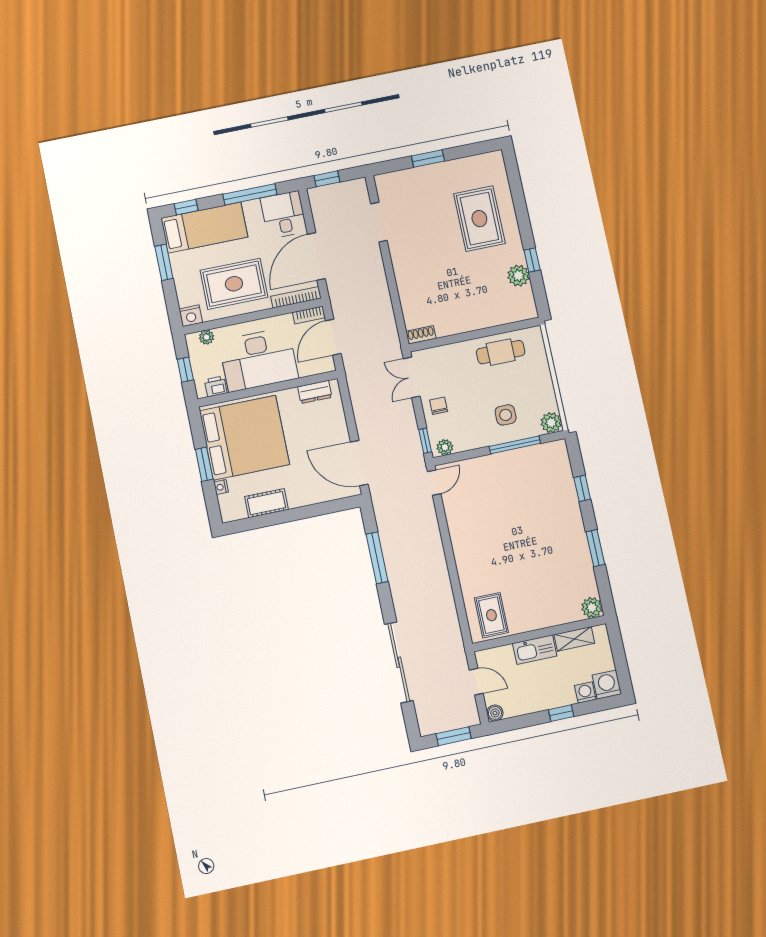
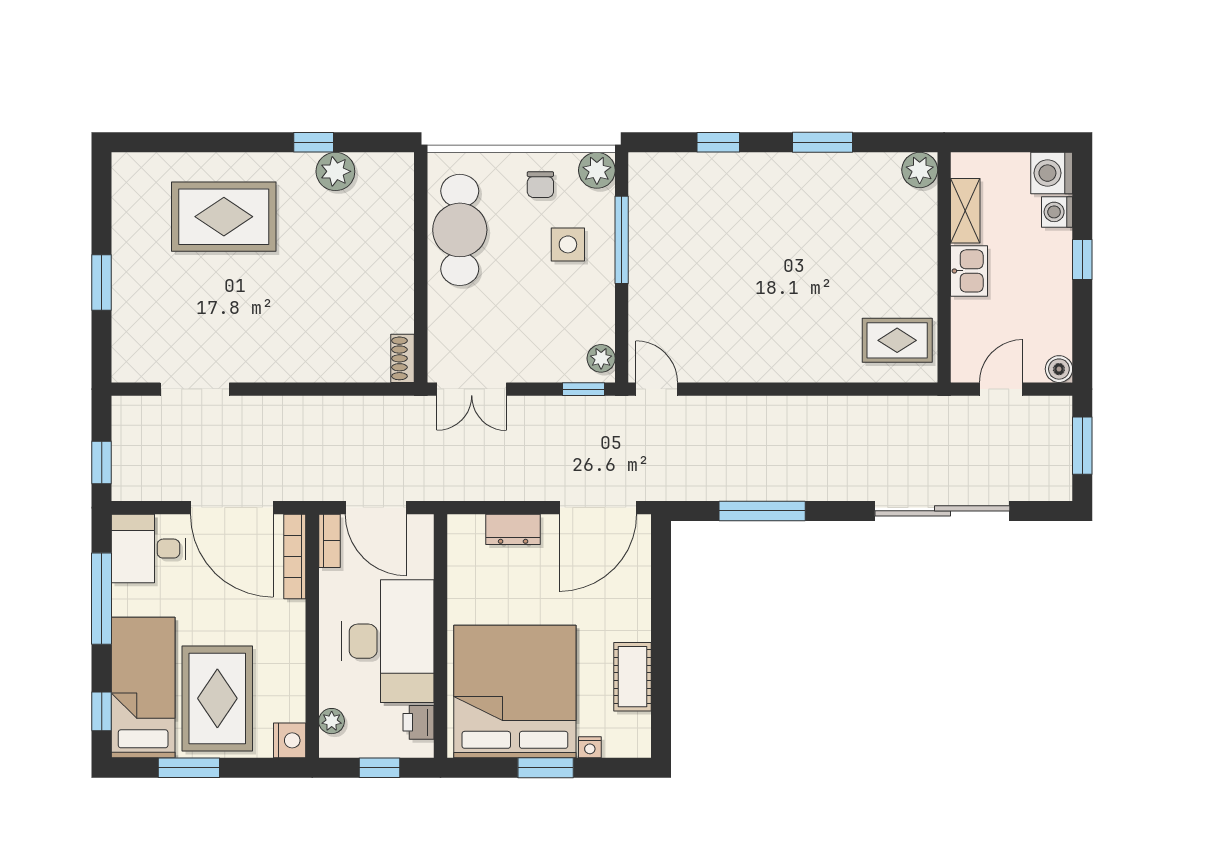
rug: (234, 284) -> (217, 698), moved
cafe table: (501, 352) -> (460, 230), width x1.37, depth x1.35
dresser: (315, 392) -> (513, 529), moved, turned 90
chair: (439, 406) -> (540, 185), moved, turned -90
kitchen sink: (535, 650) -> (969, 271), width x0.73

